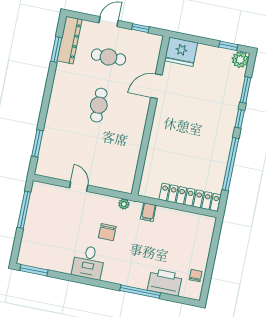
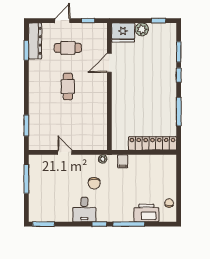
plant: (240, 60) -> (142, 29), moved
window: (231, 164) -> (179, 111), width x0.68
window: (103, 284) -> (99, 224), added

